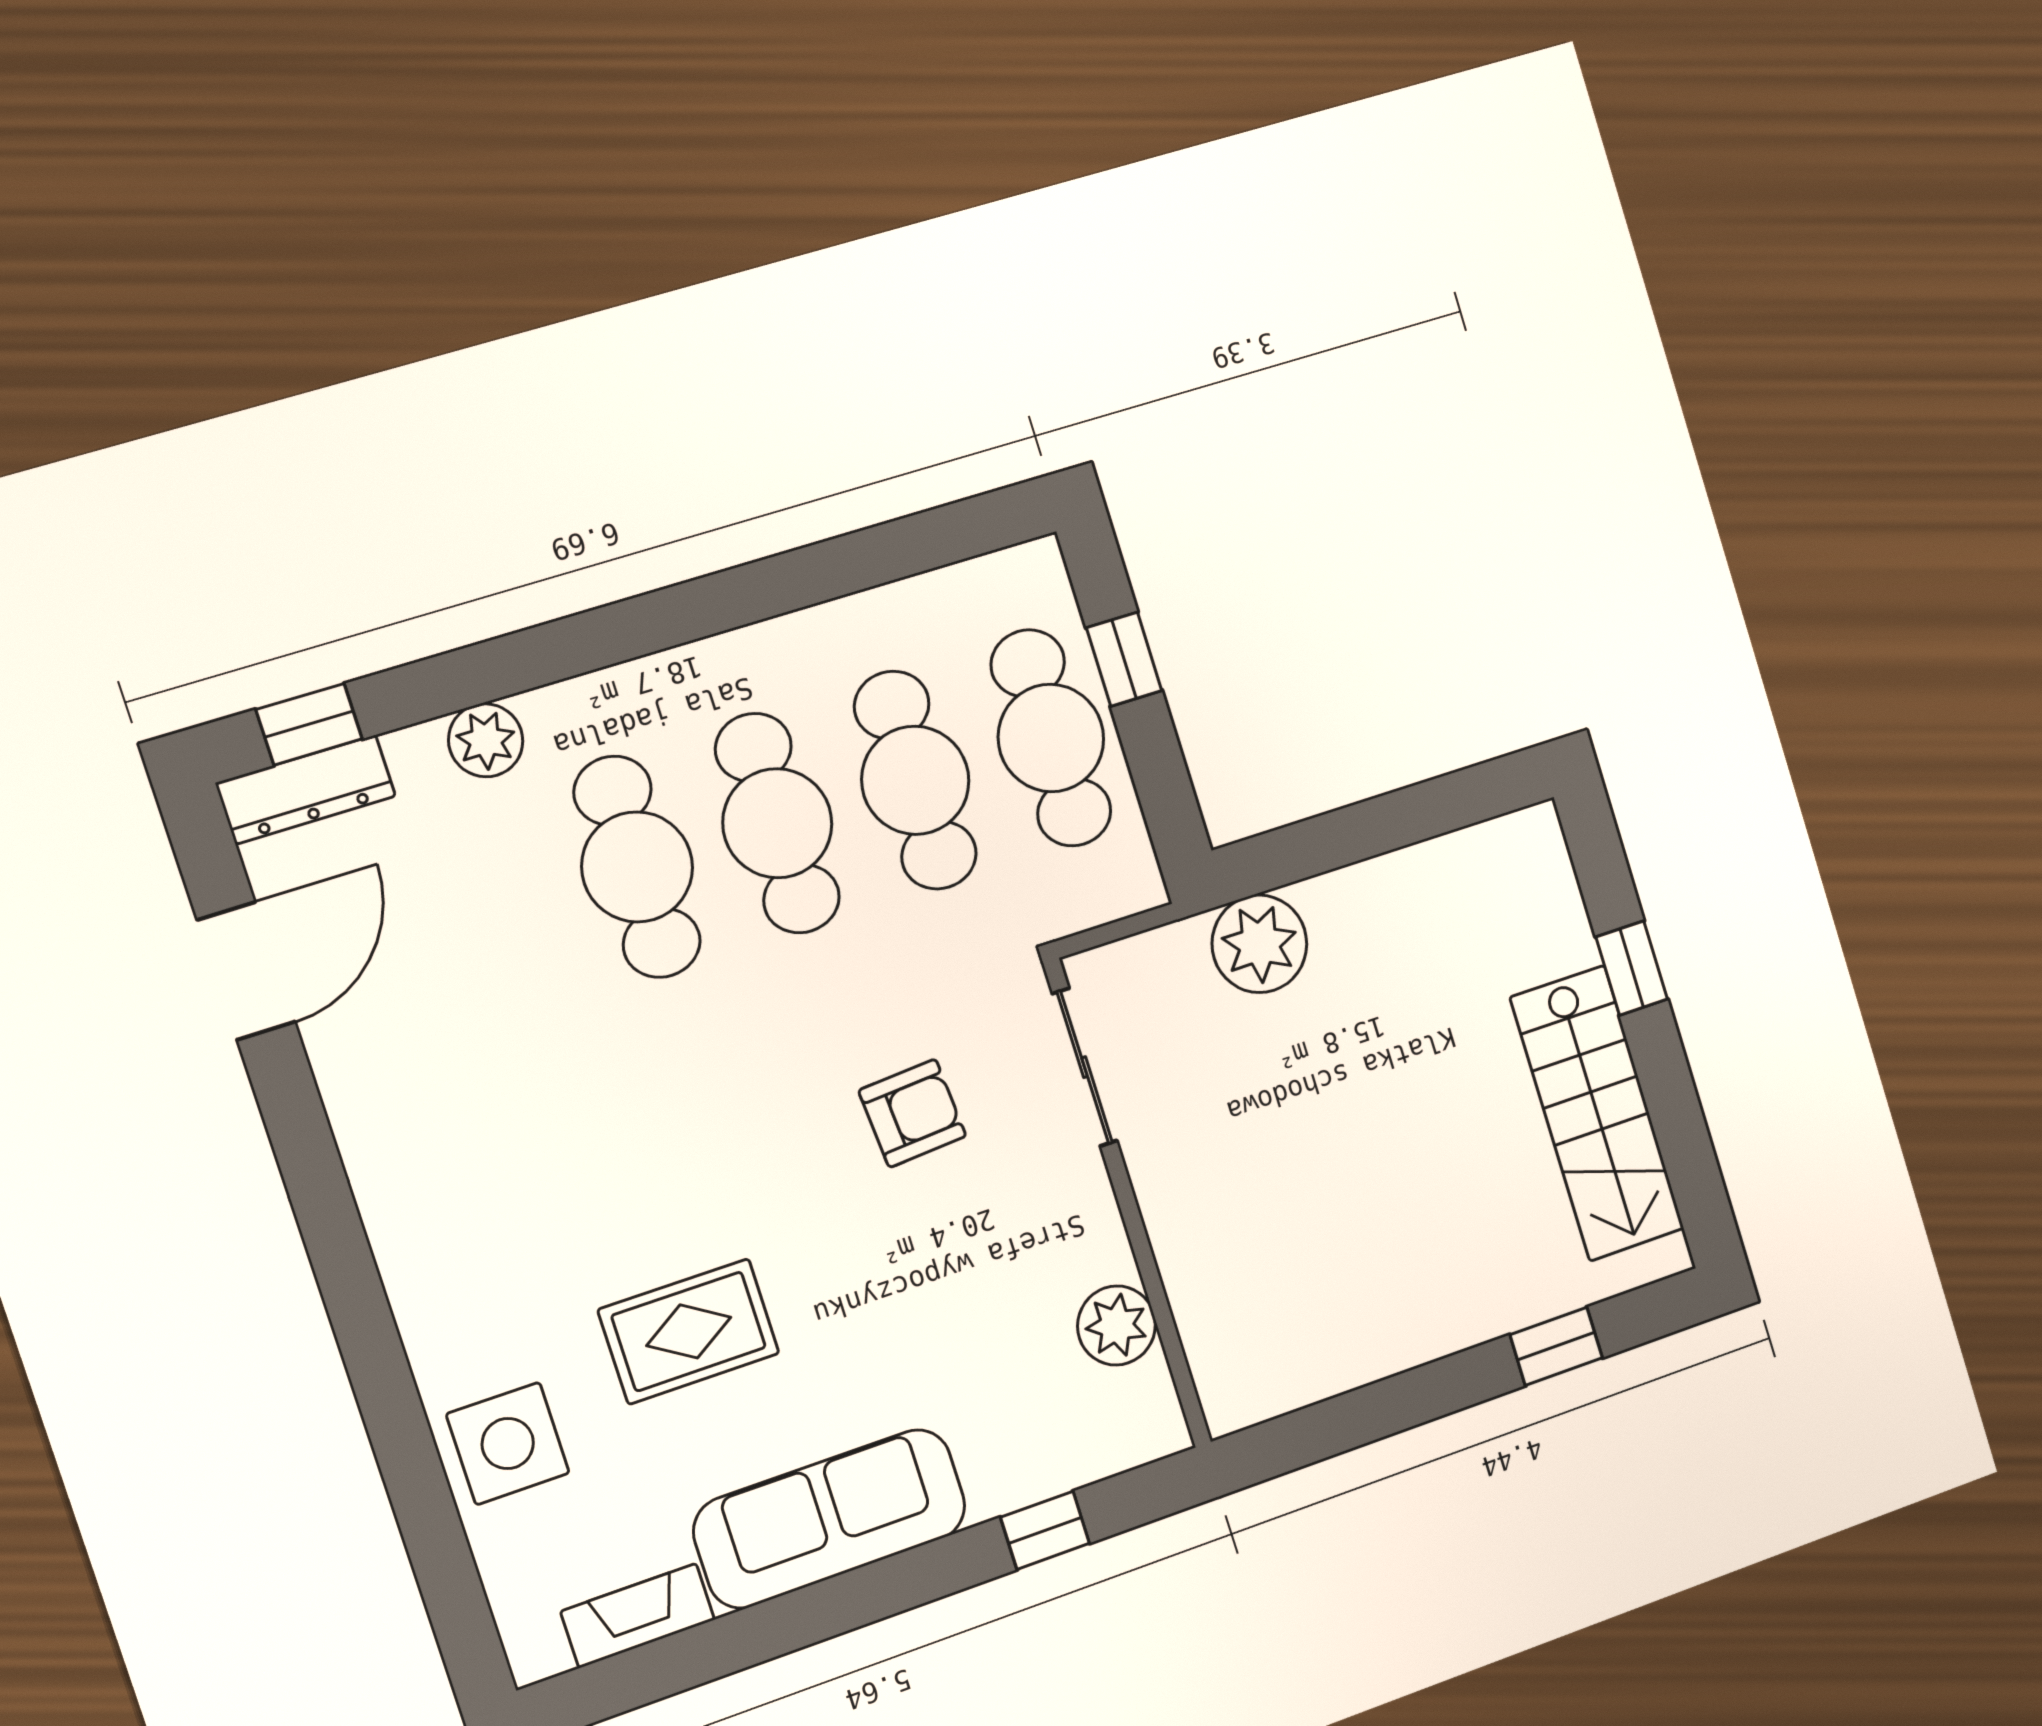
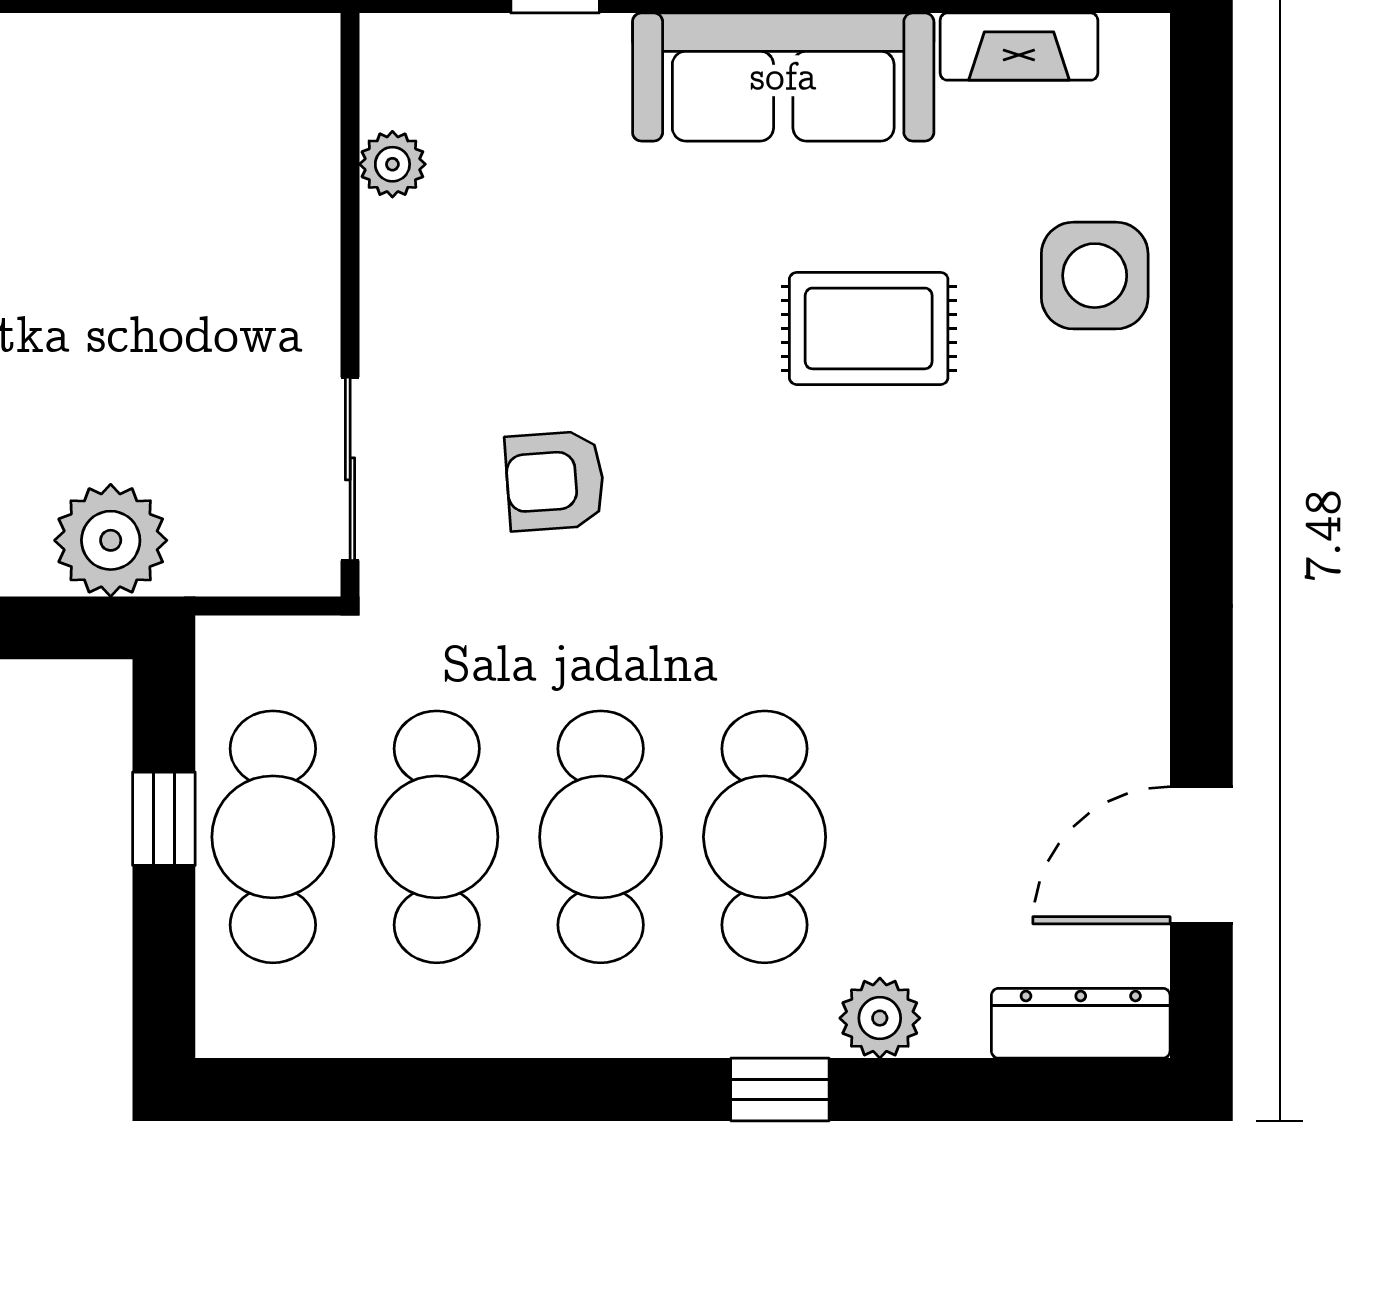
window: (1124, 659) -> (164, 819), moved
window: (309, 724) -> (780, 1090), moved
plant: (1117, 1325) -> (392, 164), width x0.73, depth x0.73

